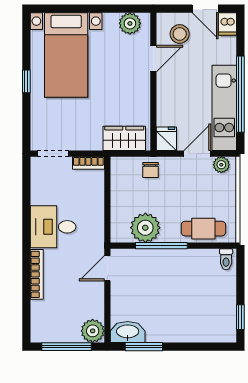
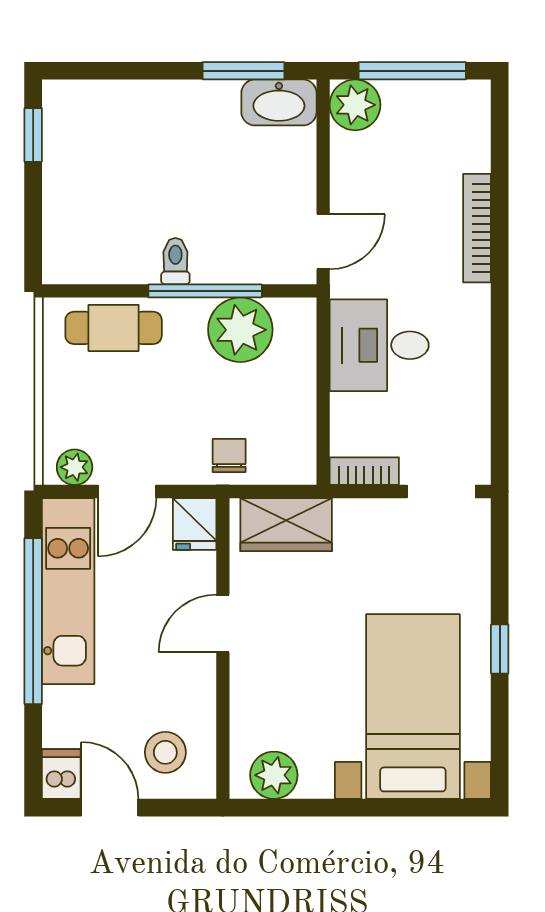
door: (153, 59) -> (223, 623), moved
desk: (53, 227) -> (379, 345), moved, turned 180
toilet: (226, 259) -> (175, 261), moved

